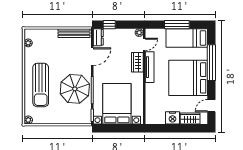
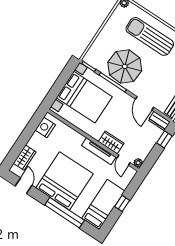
window: (177, 25) -> (122, 203), width x0.46
nightstand: (172, 118) -> (45, 127), moved

